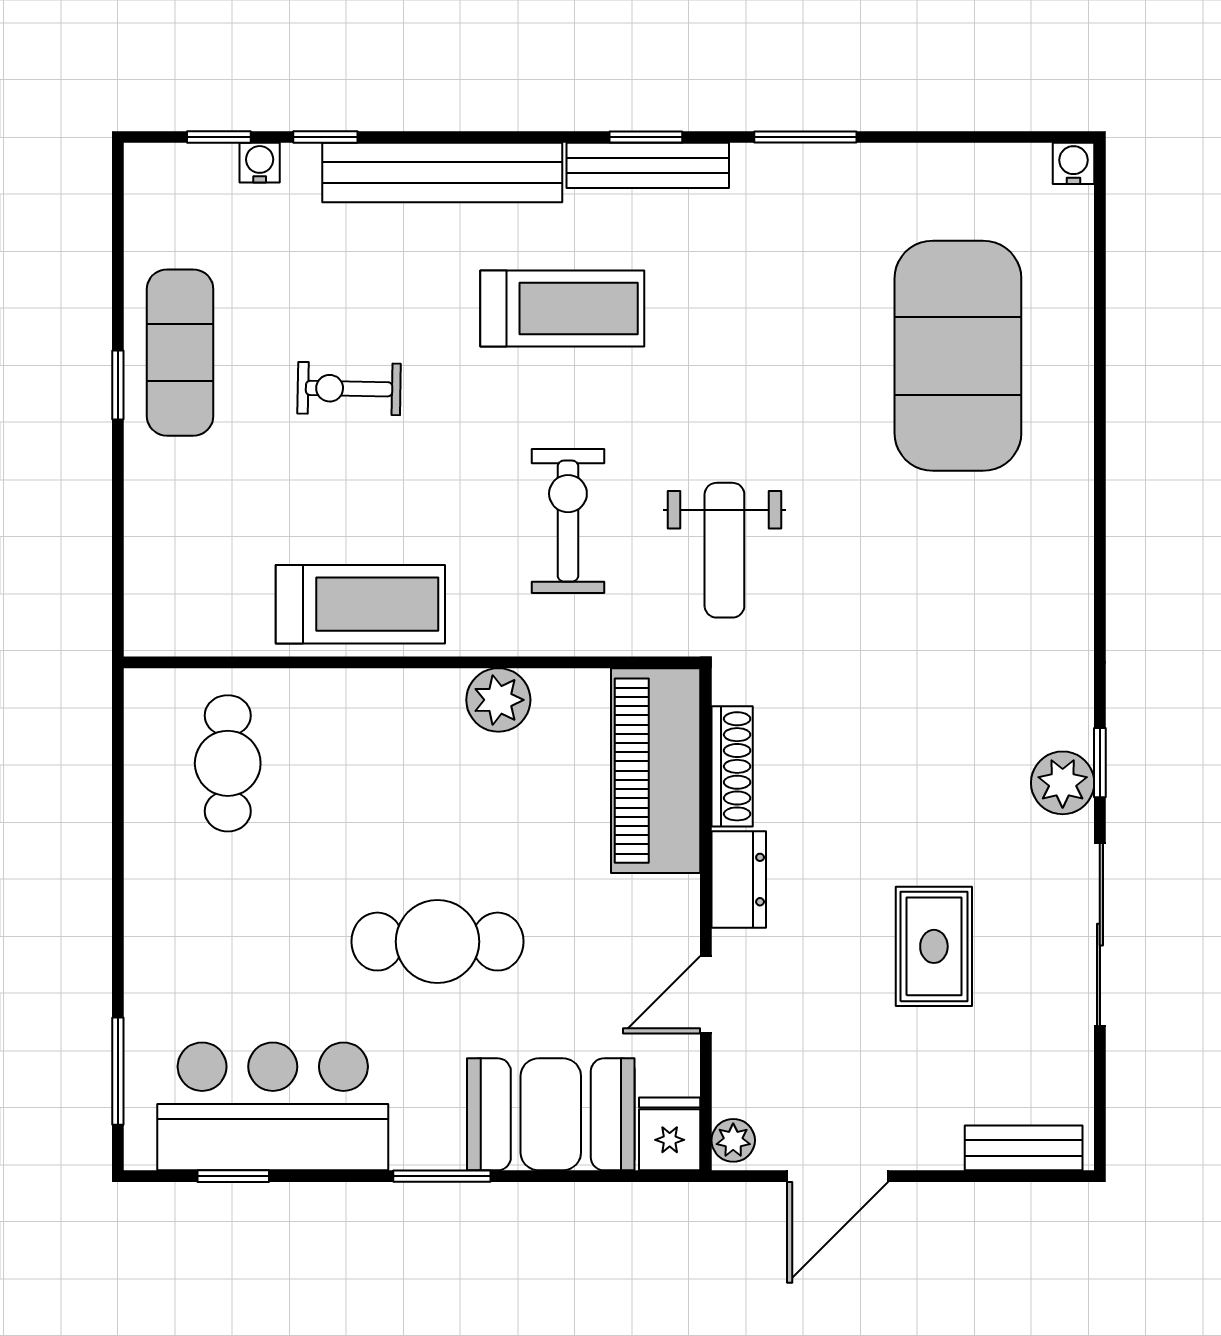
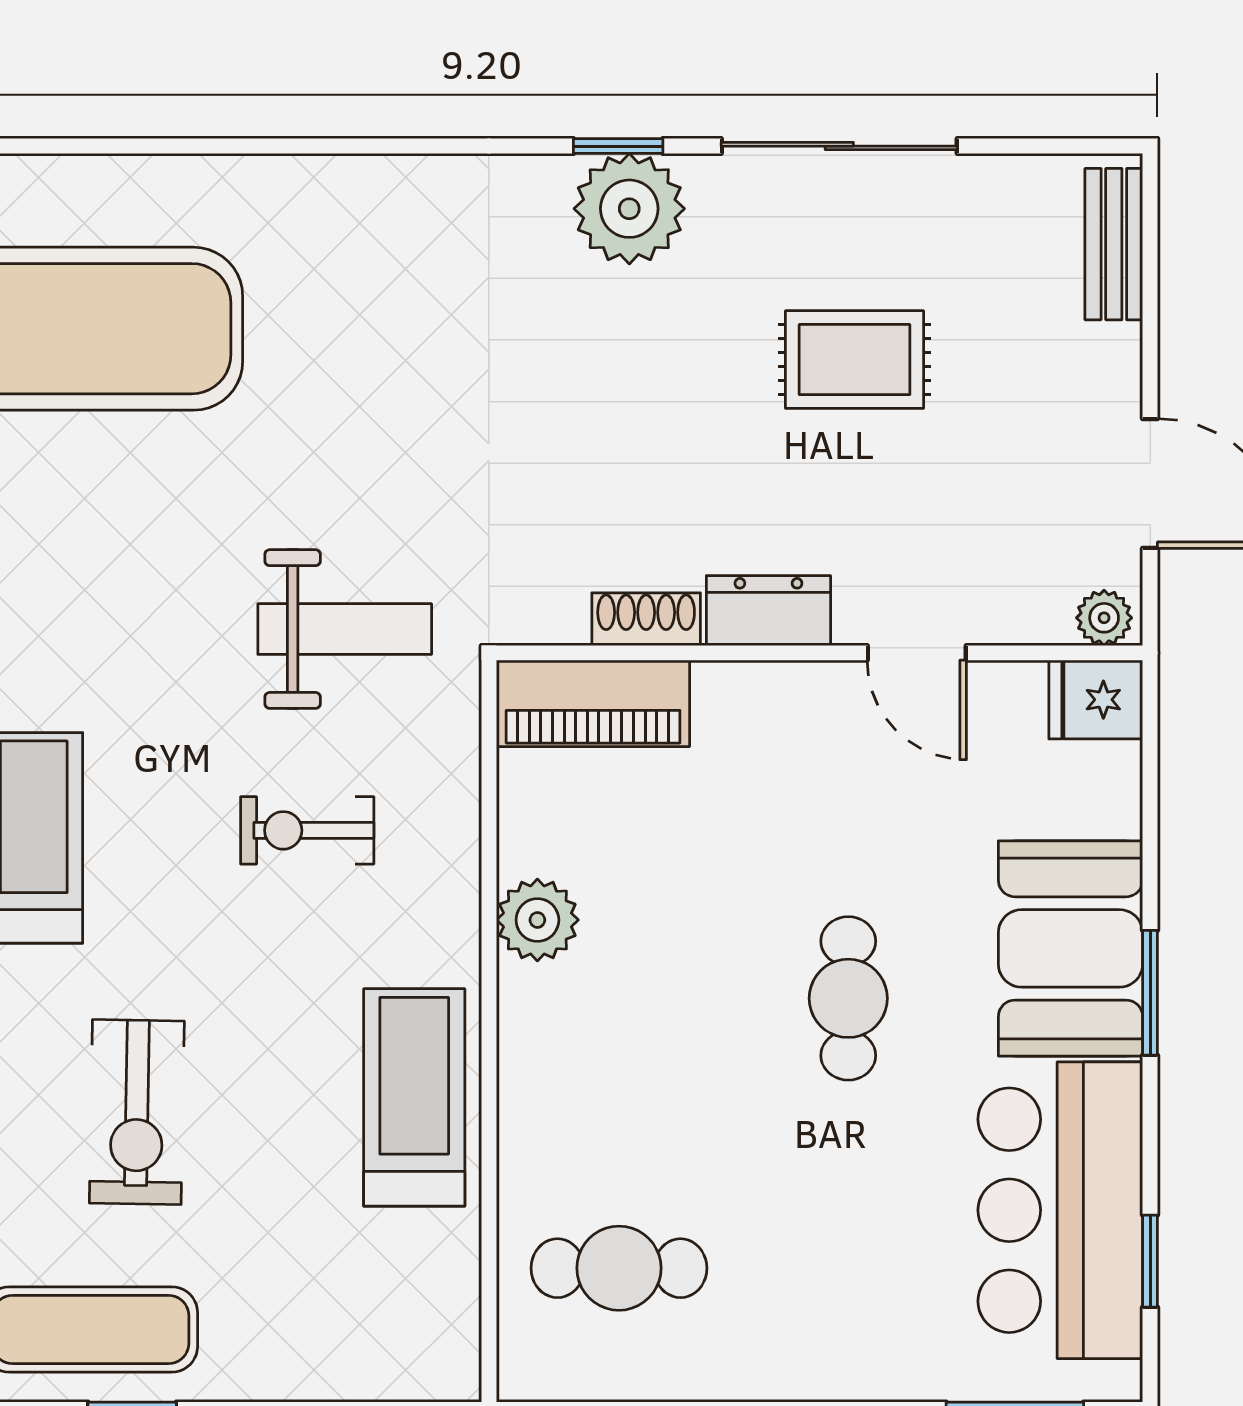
exercise bike: (349, 389) -> (137, 1112), width x1.38, depth x1.39
exercise bike: (568, 521) -> (307, 830), width x0.73, depth x0.72
shoe rack: (732, 766) -> (646, 619), width x0.70
piano: (656, 771) -> (593, 703), width x0.73, depth x0.75
plant: (1063, 783) -> (629, 209), width x1.36, depth x1.36
cafe table: (437, 942) -> (848, 998), width x0.73, depth x0.74
booth: (551, 1114) -> (1071, 948), moved

